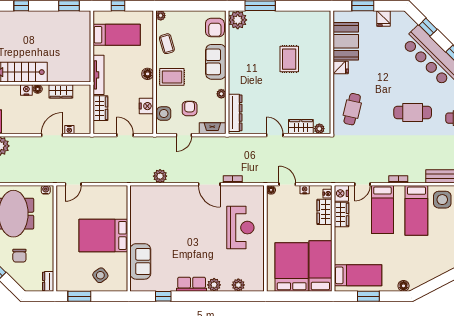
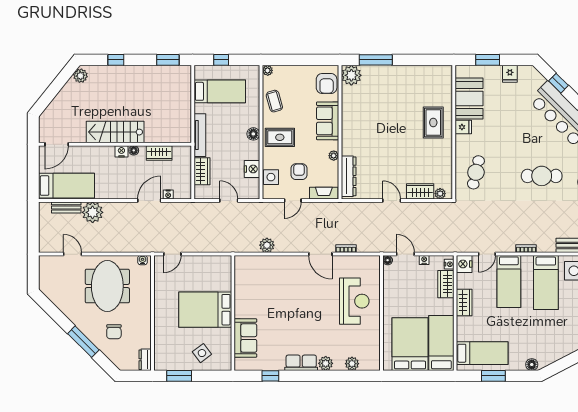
rug: (289, 59) -> (433, 122), moved
wardrobe: (341, 215) -> (464, 302), moved

